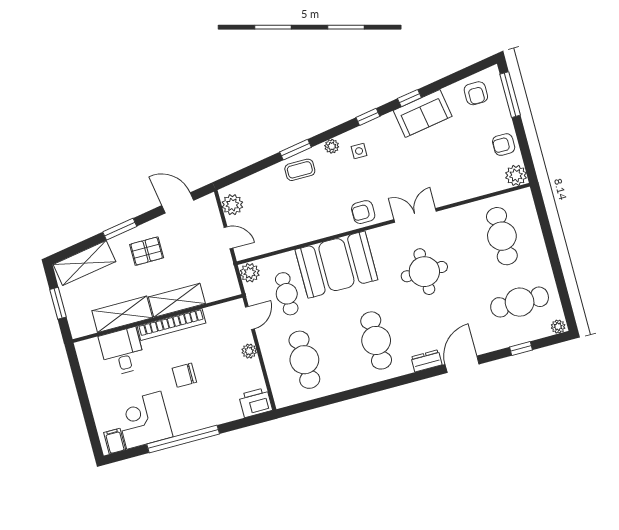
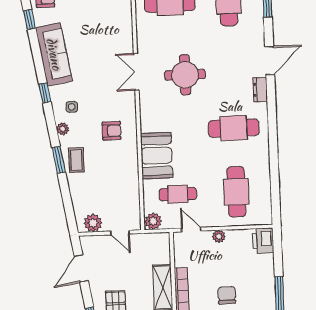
window: (409, 98) -> (30, 19), moved
sofa: (423, 113) -> (54, 54), width x1.36
armchair: (363, 212) -> (112, 131), moved, turned -90
door: (228, 238) -> (120, 233), swing flipped
booth: (336, 265) -> (157, 156), width x0.73, depth x0.70
cafe table: (304, 360) -> (236, 192), turned 90
door: (462, 364) -> (270, 61), swing flipped
chair: (184, 375) -> (227, 295), turned 180

